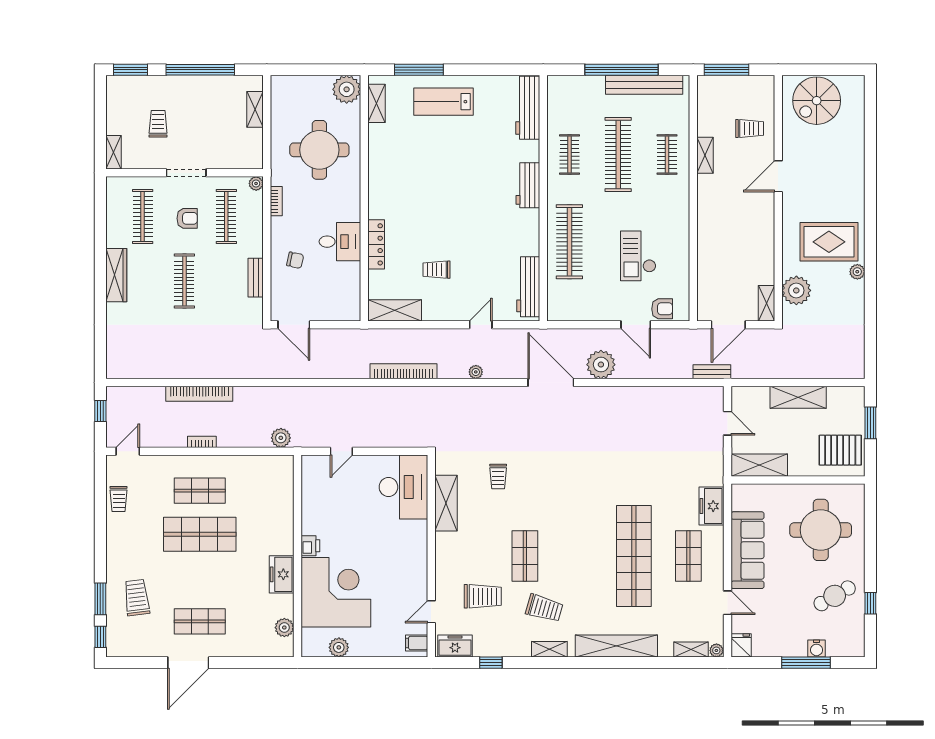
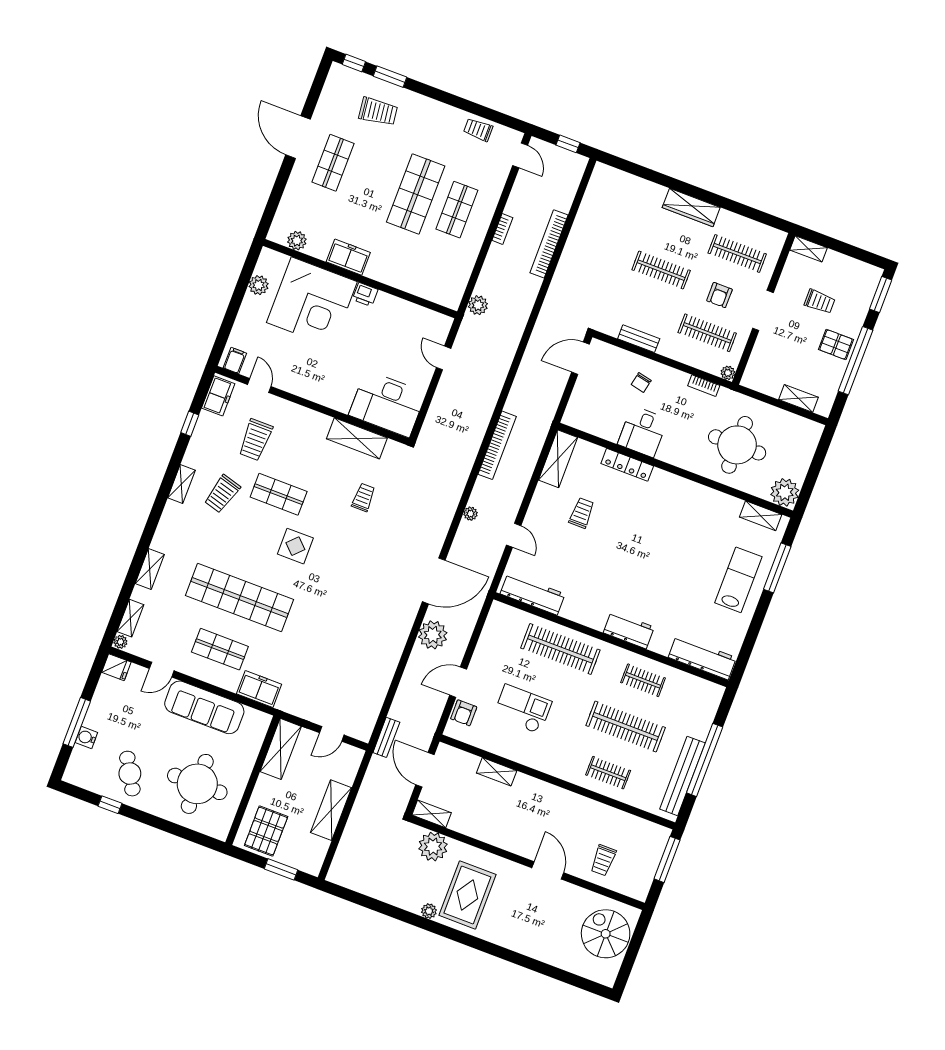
pallet: (192, 94) -> (836, 344), added
shelving: (705, 155) -> (497, 772), moved
trolley: (498, 477) -> (363, 497), turned 90
display table: (567, 522) -> (295, 546), added
shelving: (616, 646) -> (150, 569), width x0.45, depth x0.75

